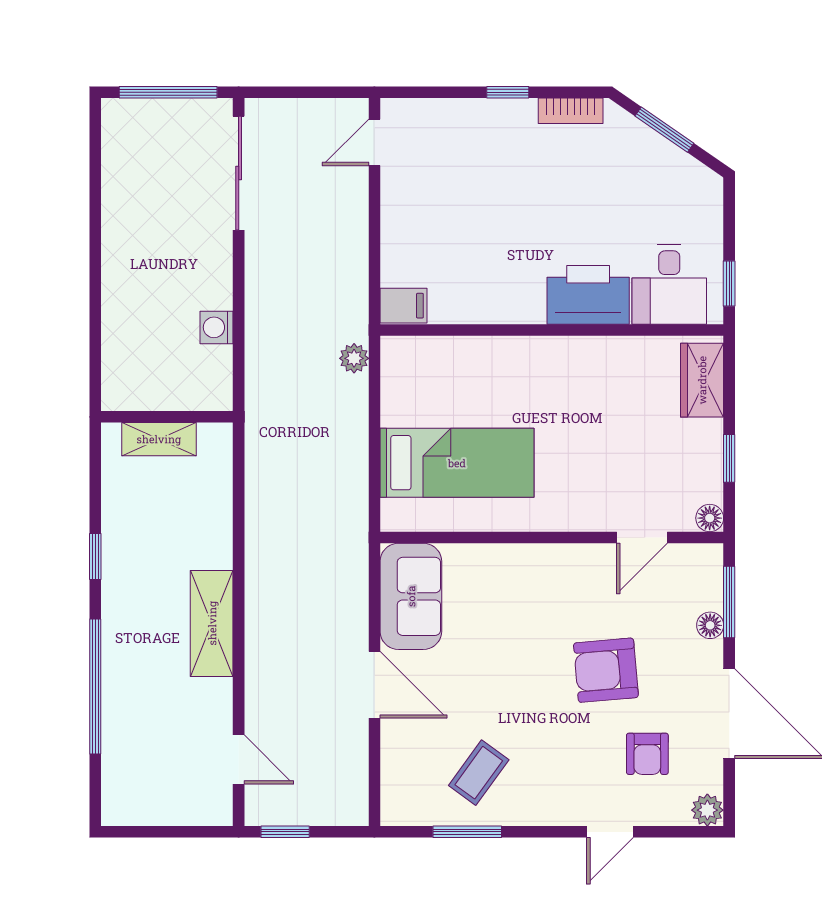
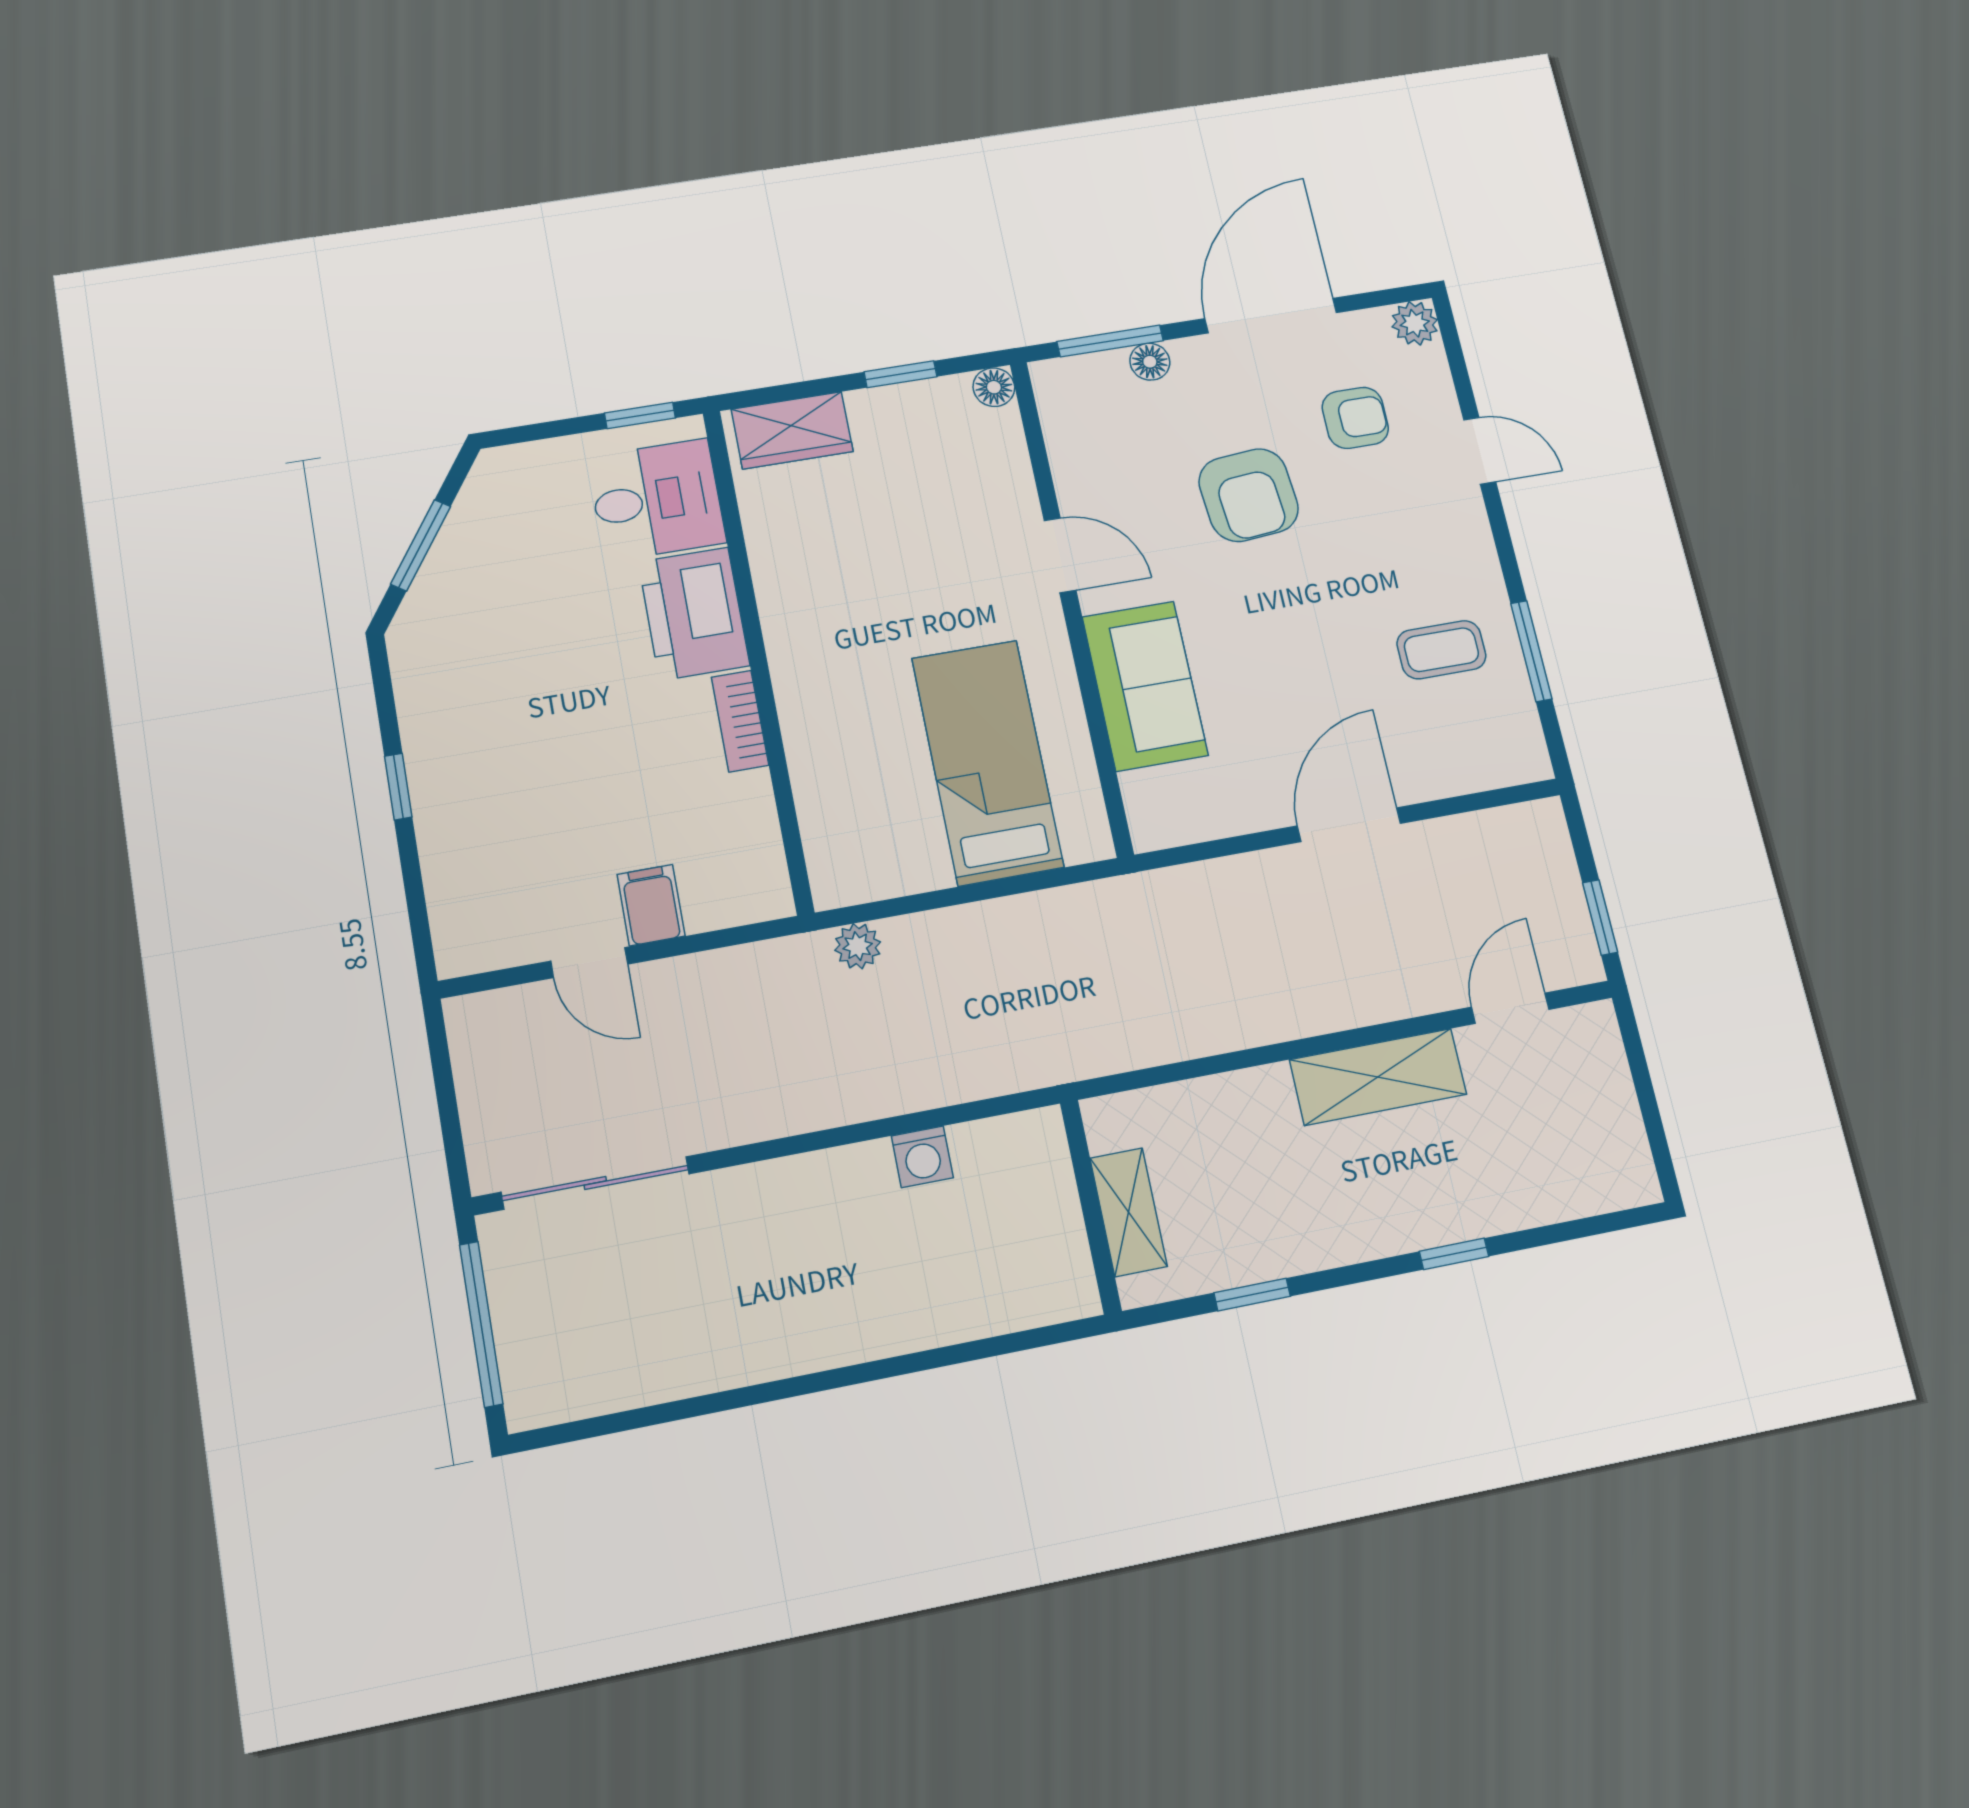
bookcase: (571, 111) -> (740, 721), moved, turned 180
door: (374, 142) -> (589, 963), moved
filing cabinet: (404, 306) -> (651, 905), moved
washing machine: (217, 327) -> (922, 1157), moved
wall: (167, 417) -> (1091, 1206), moved
shelving: (159, 439) -> (1129, 1212), moved
door: (642, 538) -> (1060, 555), moved
sofa: (411, 596) -> (1145, 686), moved, turned 90
shelving: (212, 623) -> (1378, 1077), moved
window: (95, 687) -> (1454, 1254), width x0.32
coffee table: (479, 773) -> (1441, 650), turned -36

